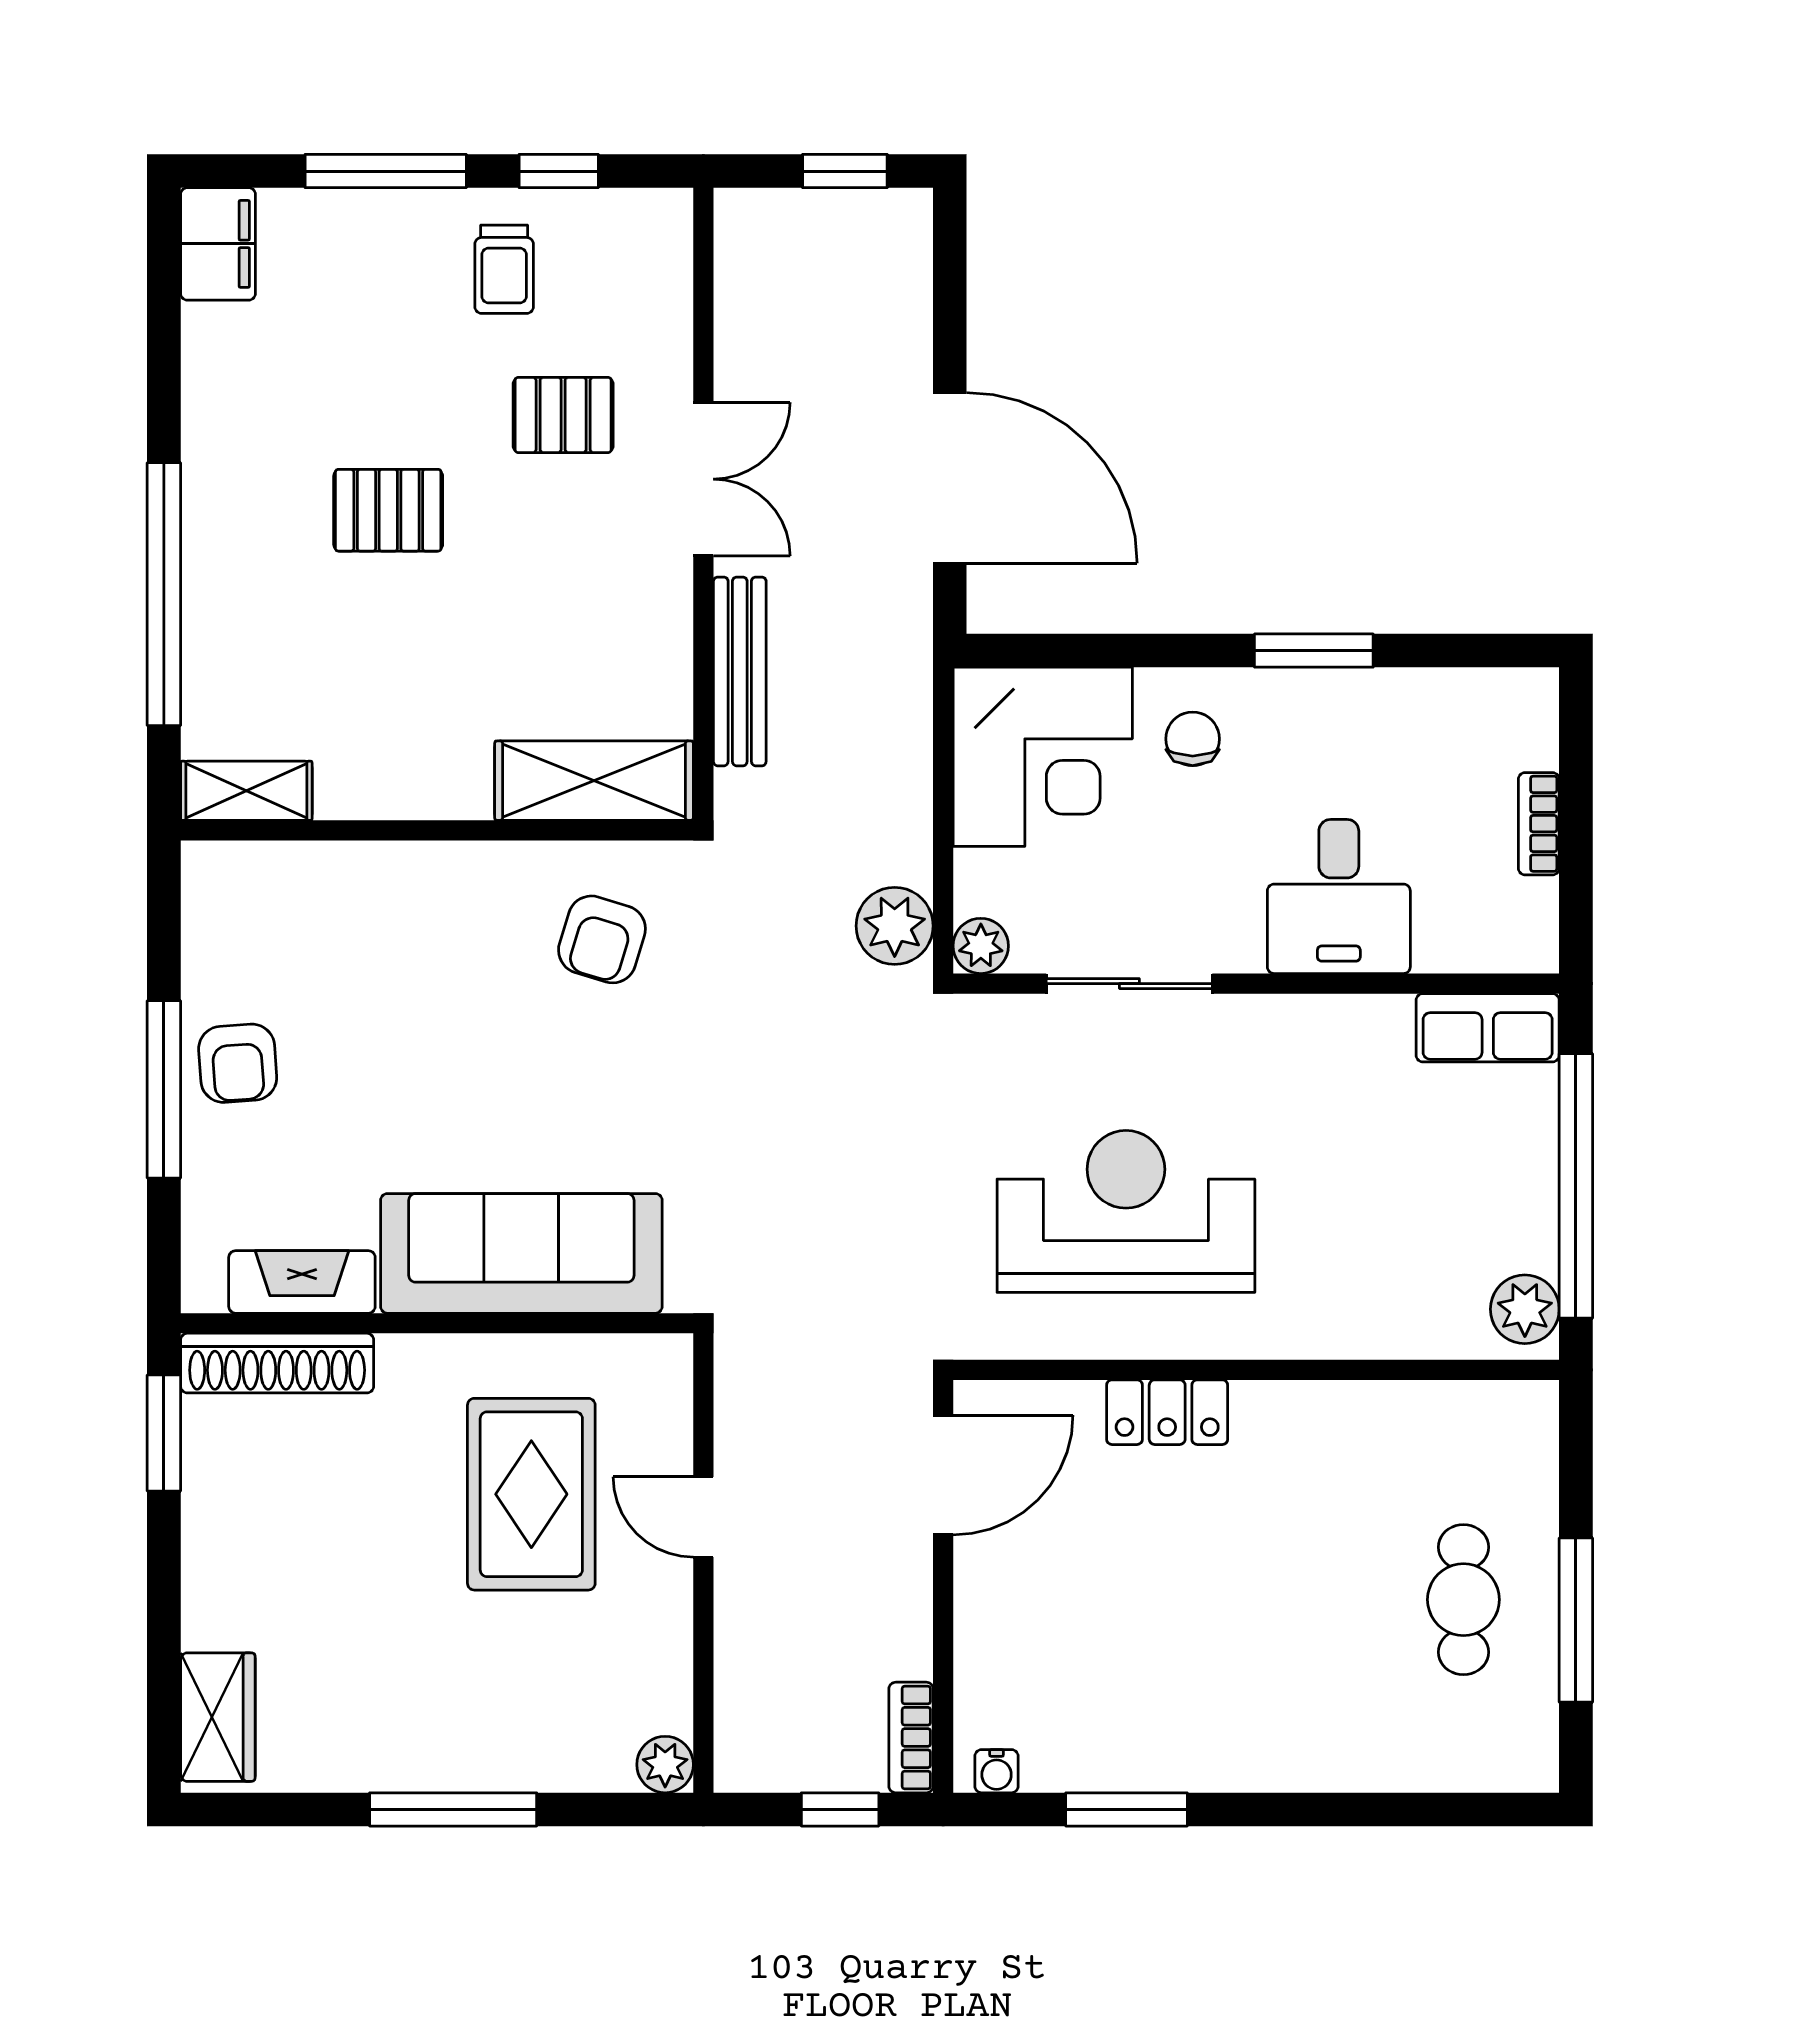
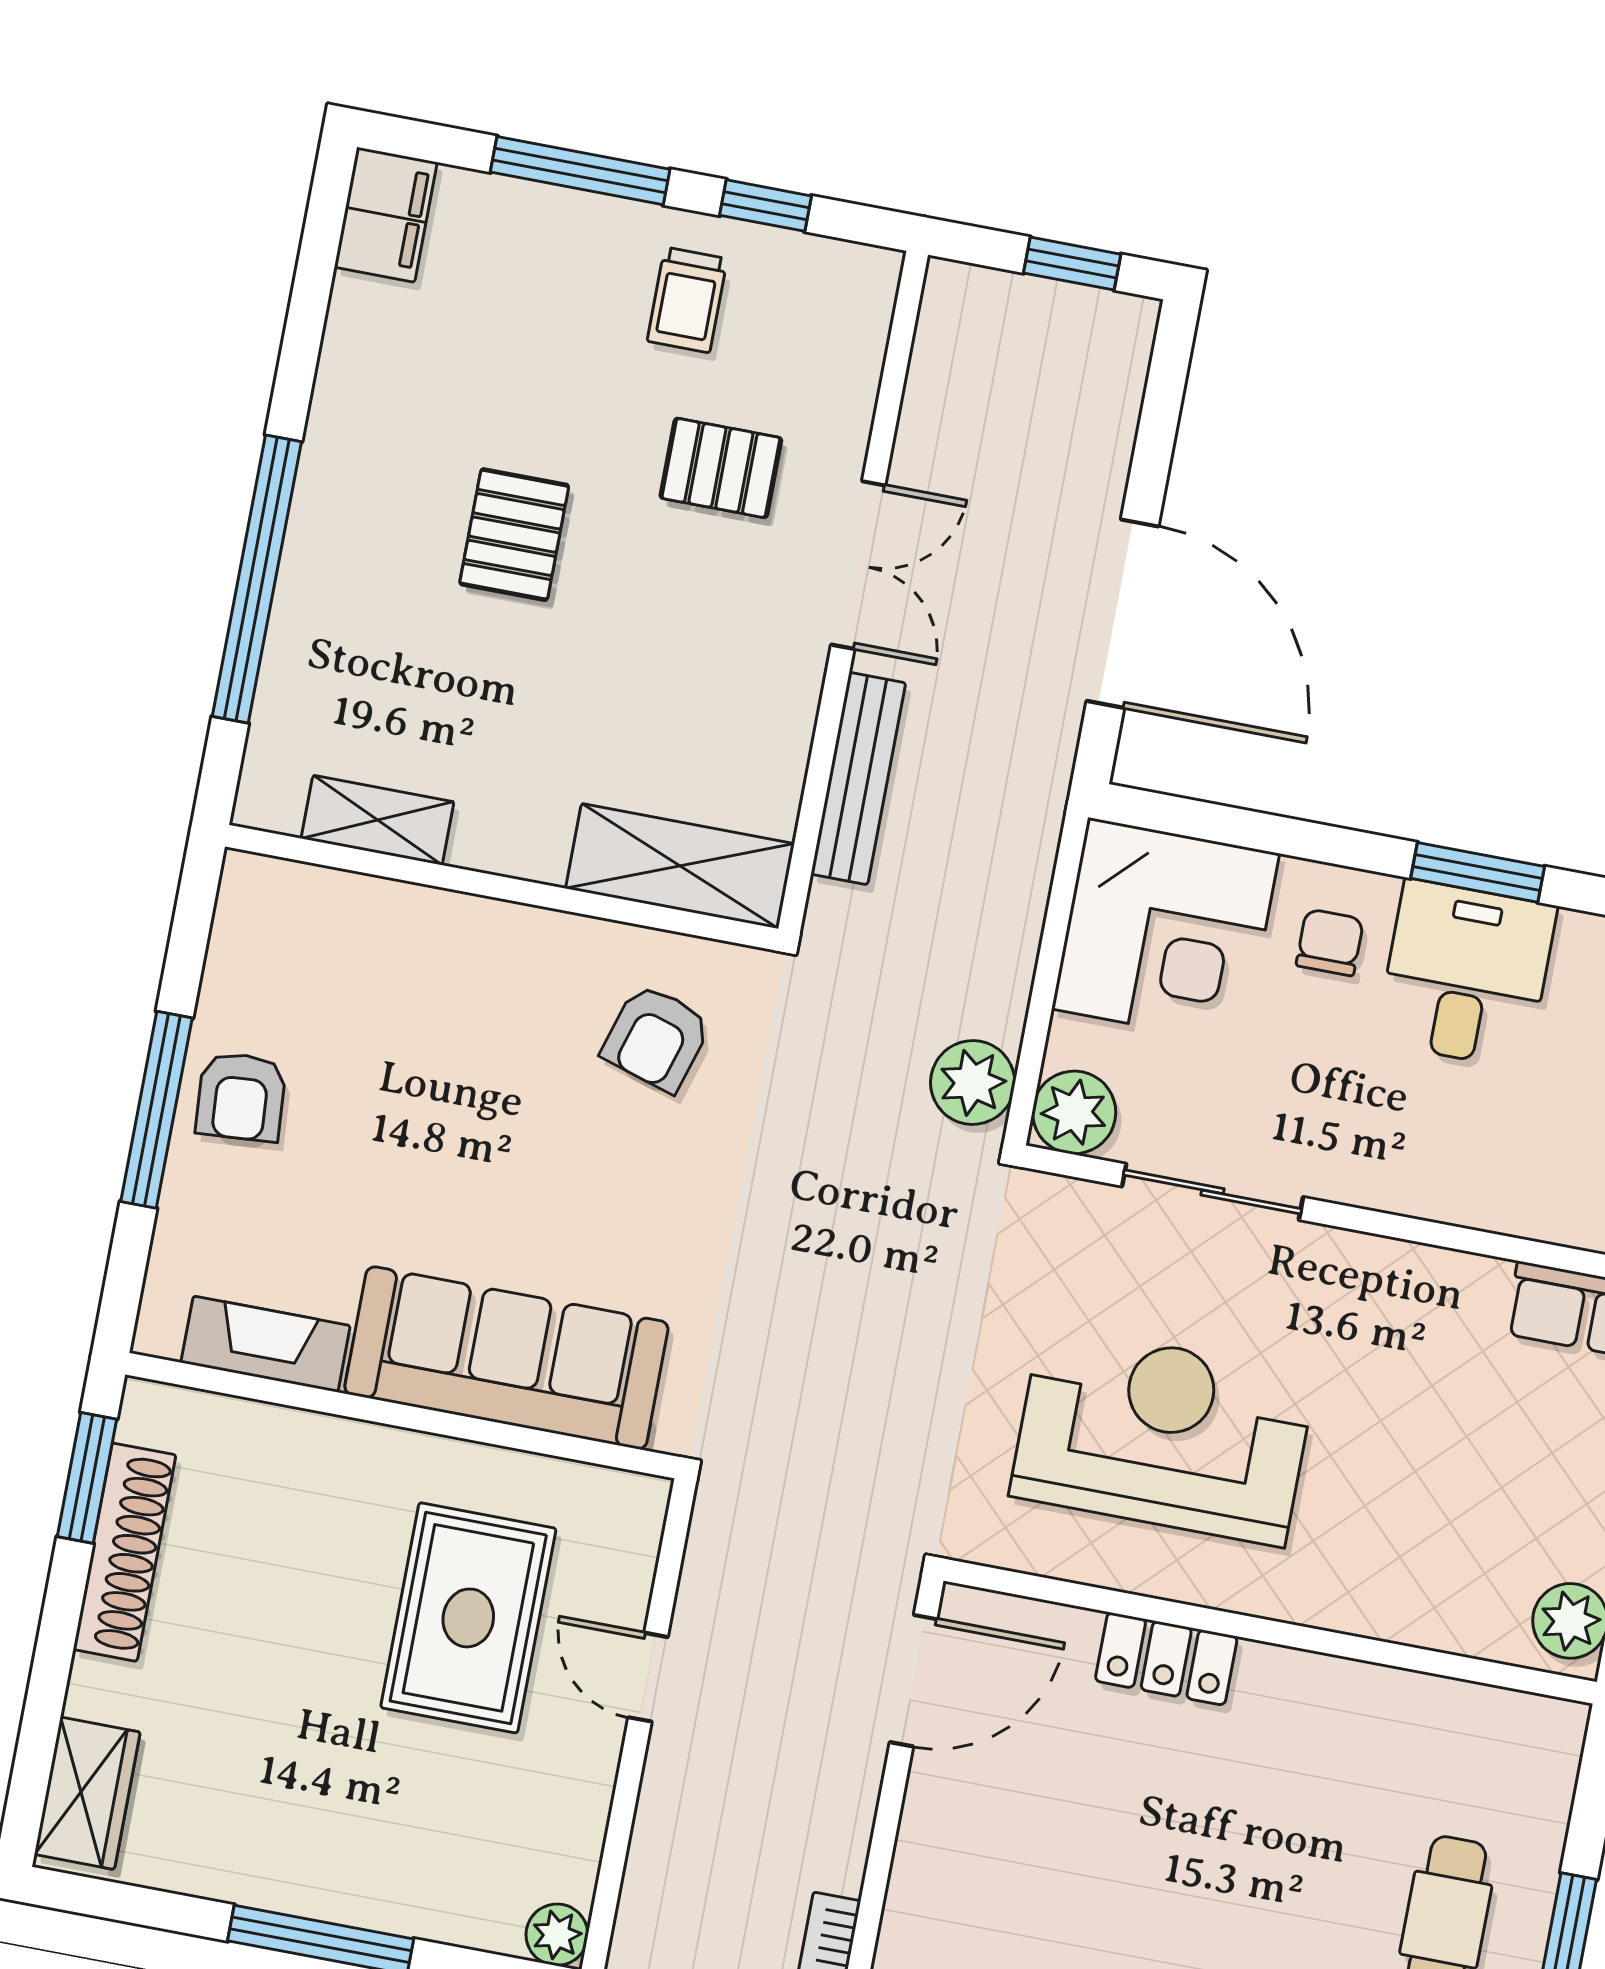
pallet: (388, 510) -> (514, 535), turned 90
shelving: (246, 791) -> (378, 820), moved
desk: (1339, 896) -> (1466, 974), moved, turned 180
plant: (981, 946) -> (1074, 1112), width x1.38, depth x1.38
shoe rack: (277, 1363) -> (125, 1552), moved, turned -90

